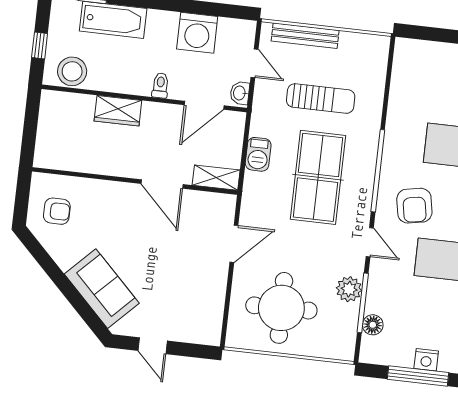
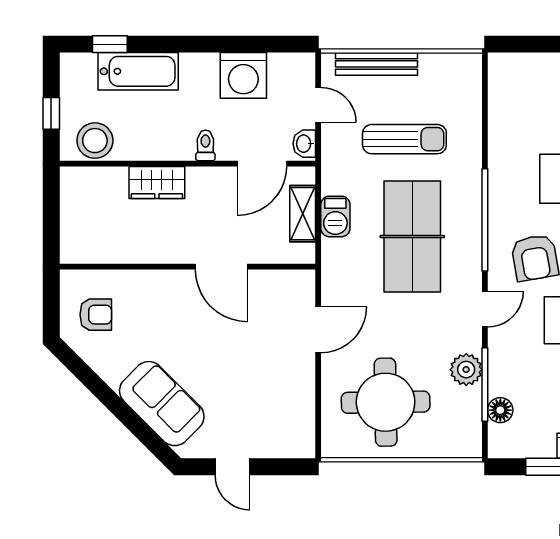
shelving: (216, 178) -> (303, 214), moved, turned 90
door: (370, 242) -> (485, 309), hinge flipped

